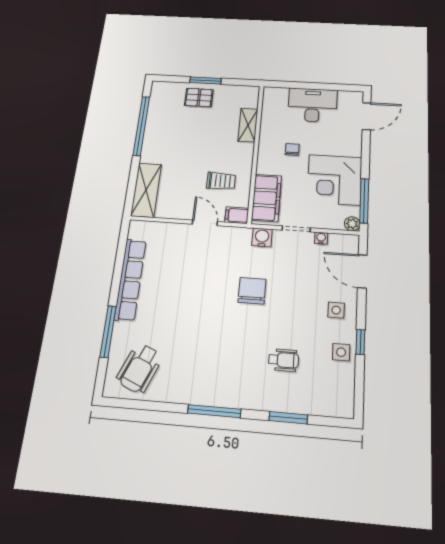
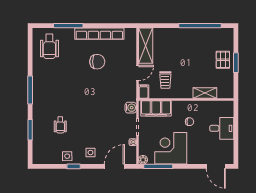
desk: (312, 105) -> (222, 128), width x0.73
shelving: (146, 190) -> (146, 46), moved, turned 90
chair: (252, 291) -> (97, 62), moved
wheelchair: (140, 368) -> (49, 46), turned -113

